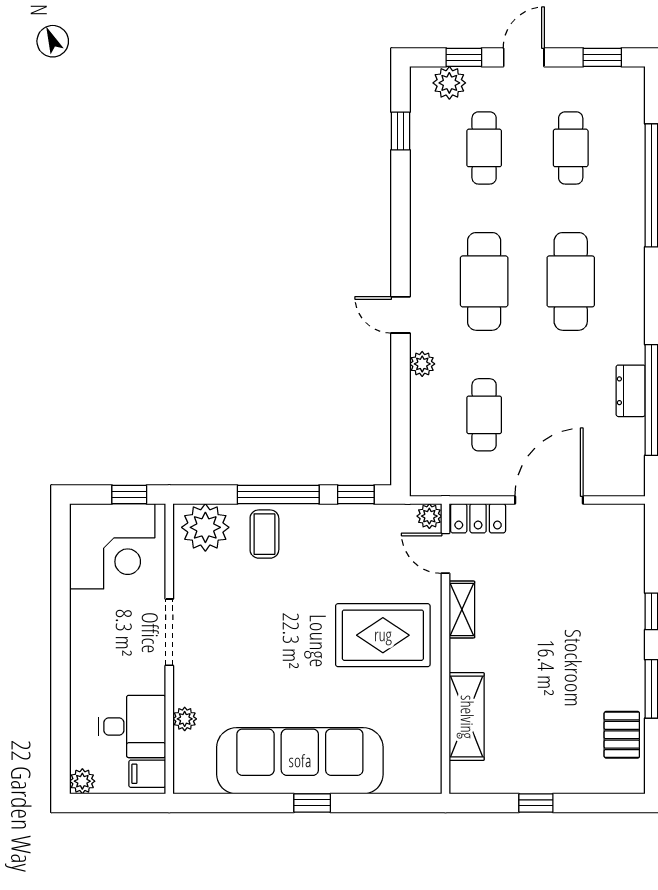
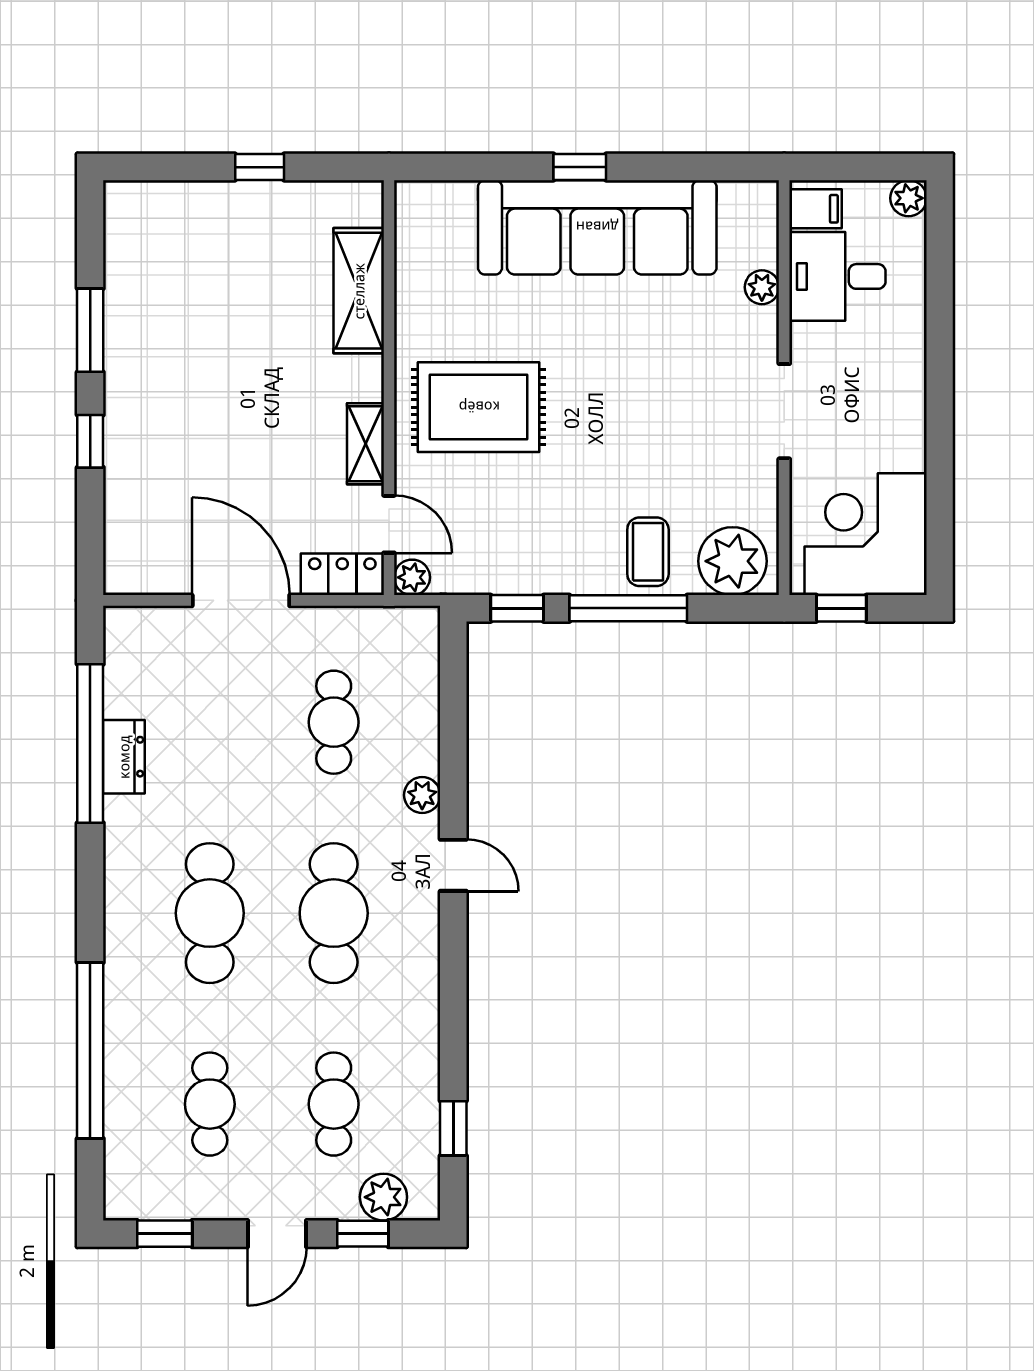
door: (549, 500) -> (241, 600), swing flipped
pallet: (622, 735) -> (137, 265), removed

